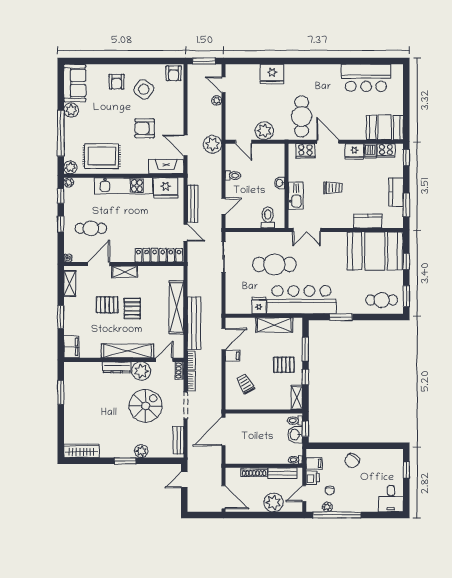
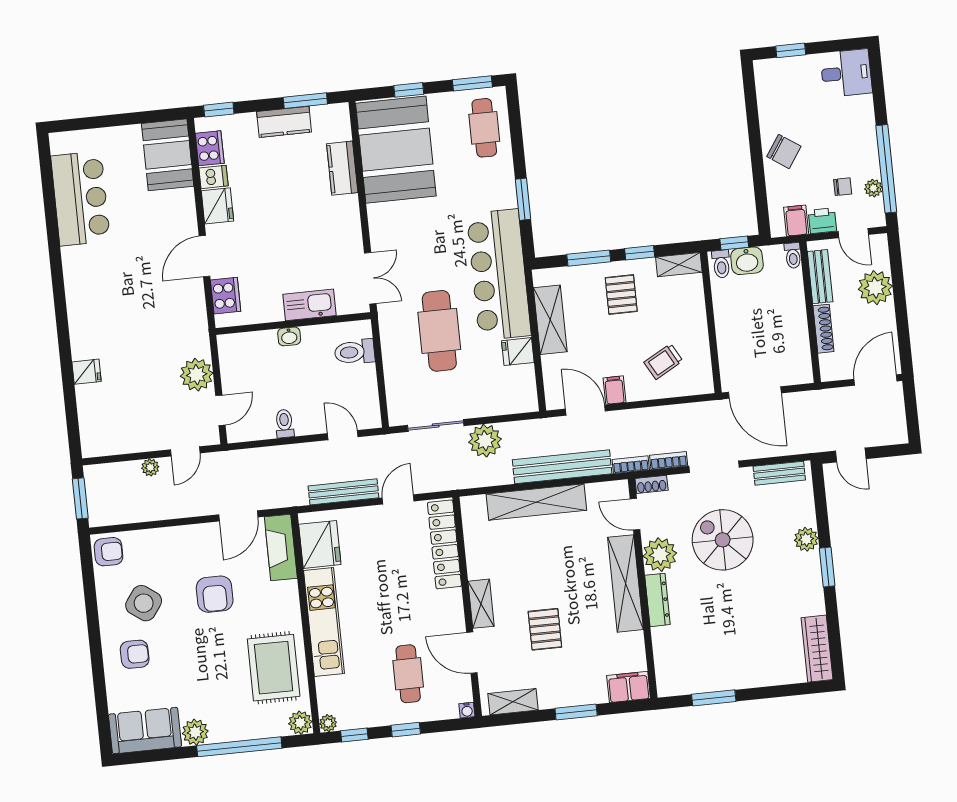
fridge: (272, 74) -> (87, 372), width x0.53, depth x0.75
door: (223, 85) -> (185, 451), moved
cafe table: (302, 116) -> (163, 309), removed
plant: (213, 144) -> (485, 441), moved
trolley: (333, 188) -> (288, 238), removed
pallet: (132, 309) -> (547, 583), removed

